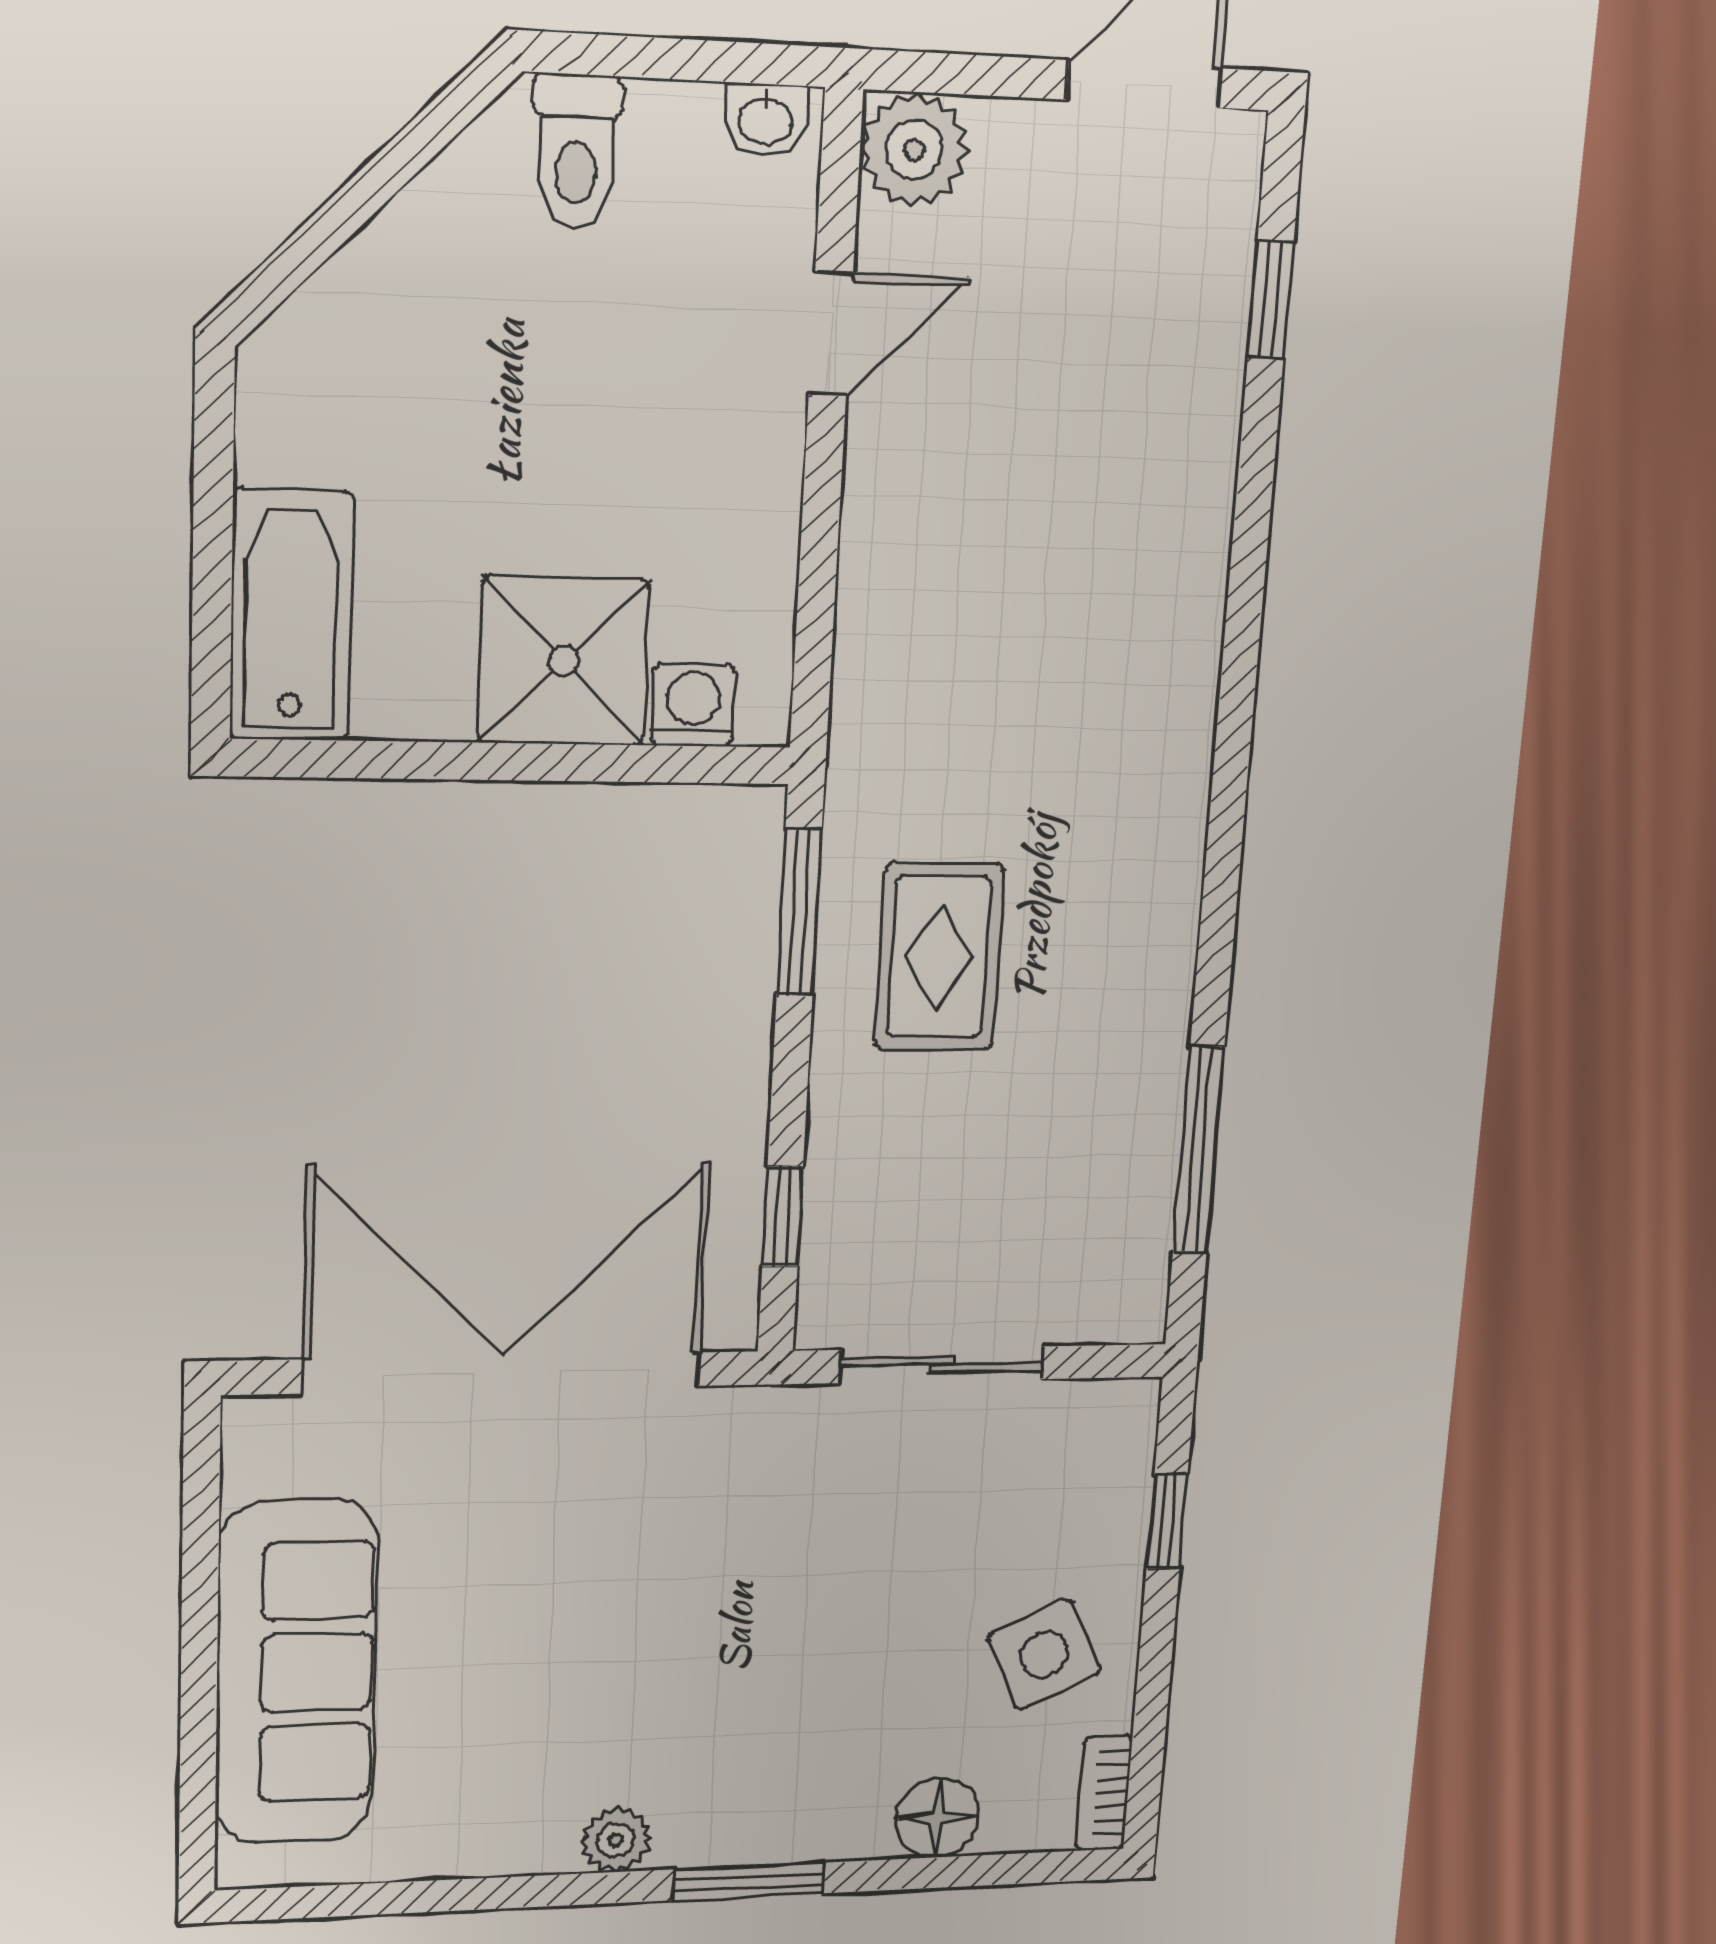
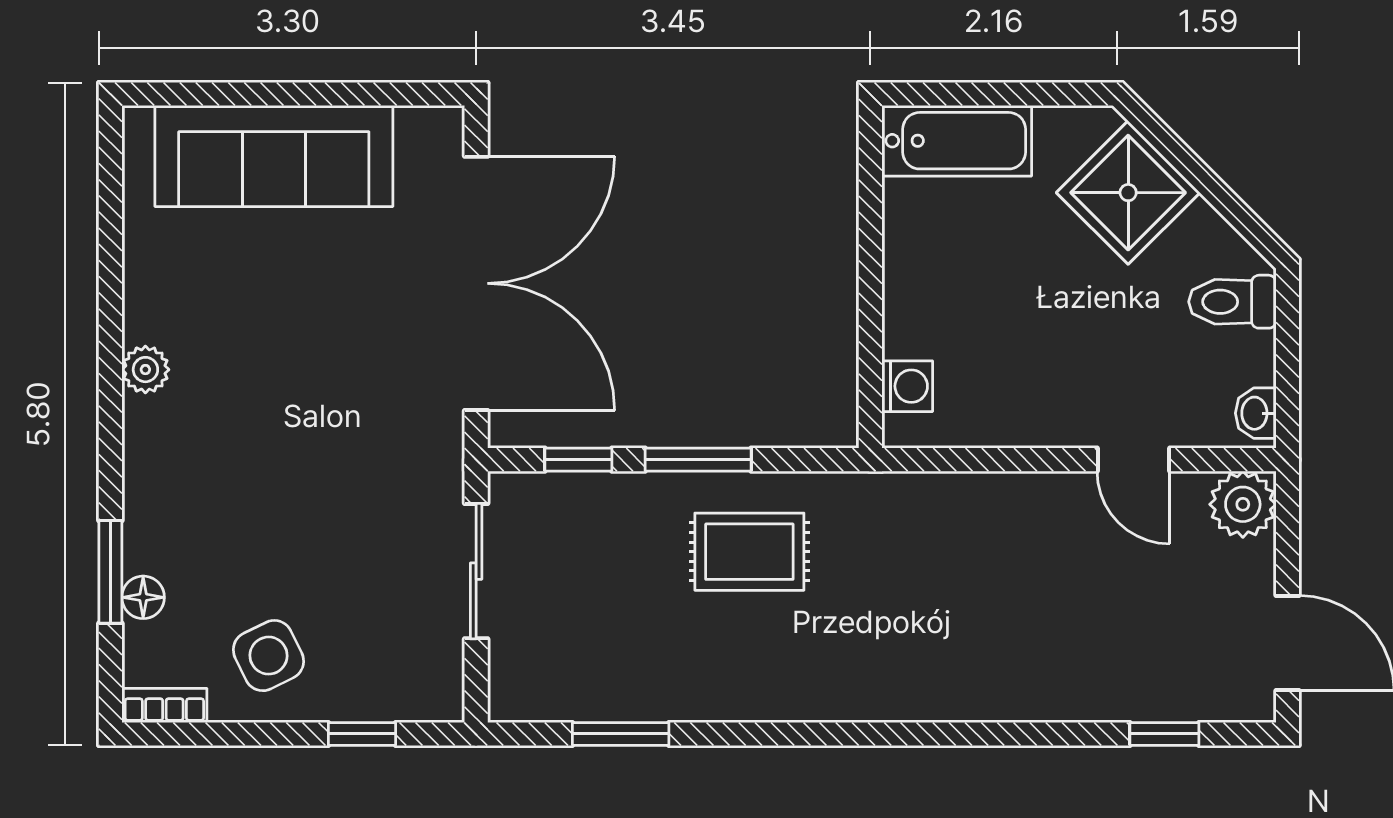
shower: (564, 661) -> (1128, 193), moved, turned 45
window: (799, 912) -> (698, 460), moved
window: (1198, 1150) -> (621, 734), width x0.69
floor lamp: (937, 1818) -> (143, 597), width x0.73, depth x0.73
window: (748, 1881) -> (110, 572), moved

